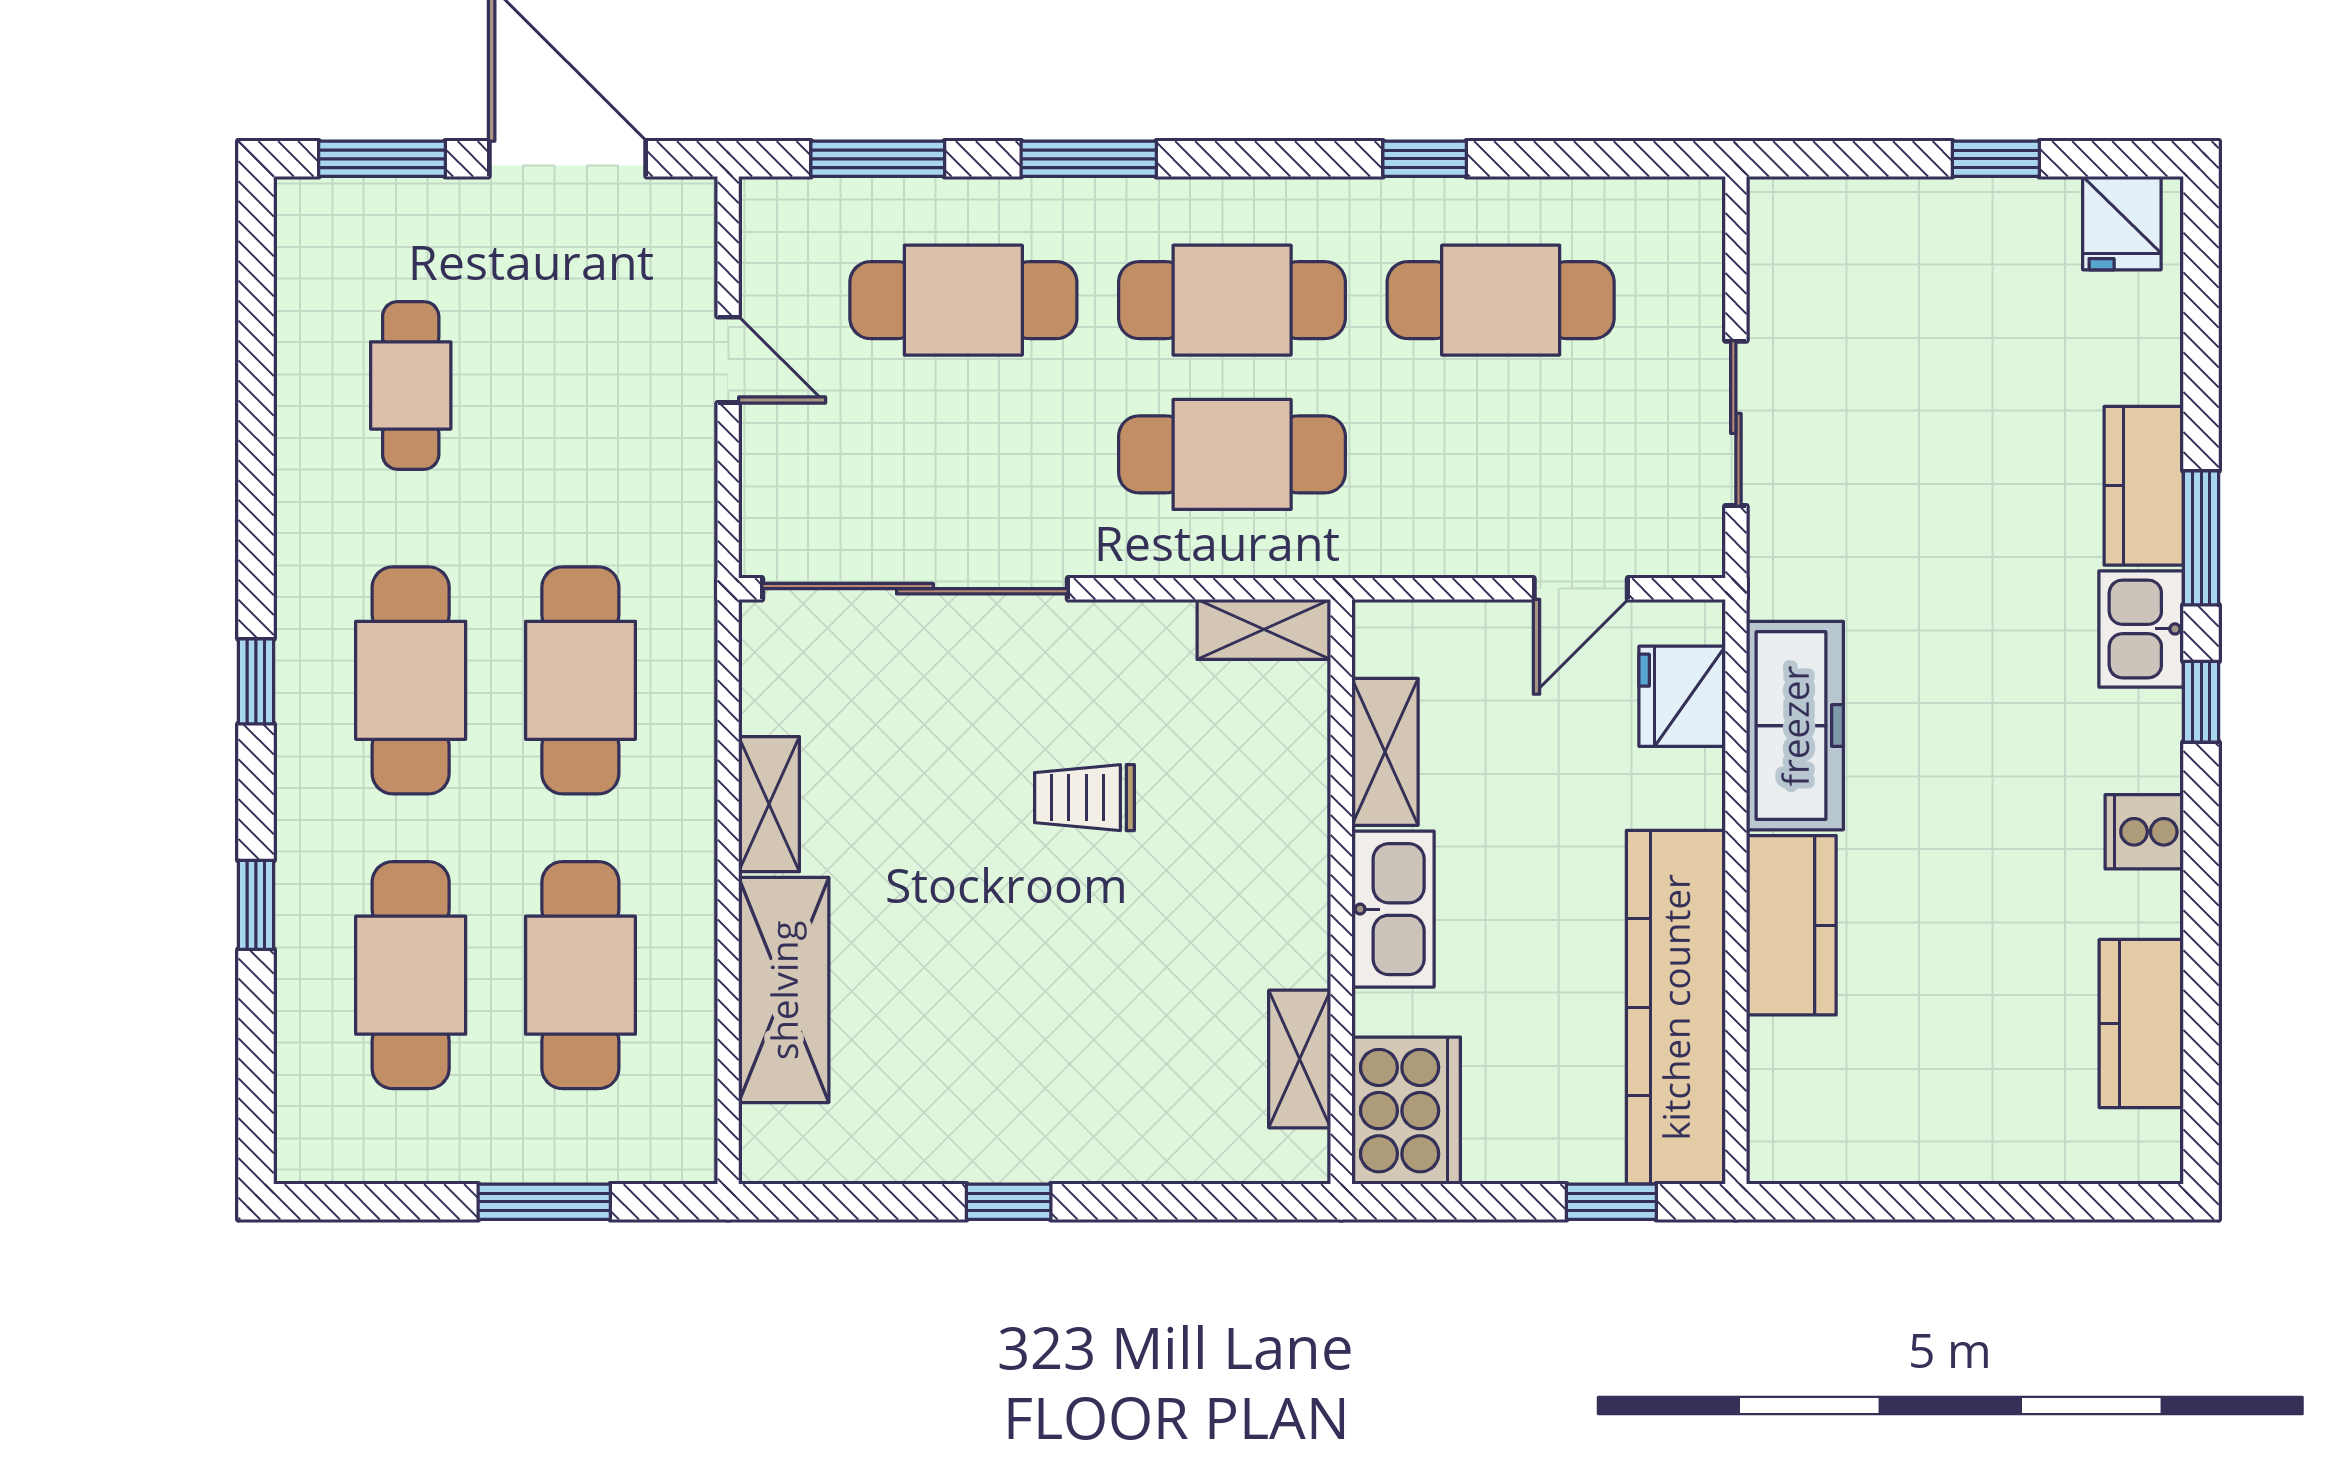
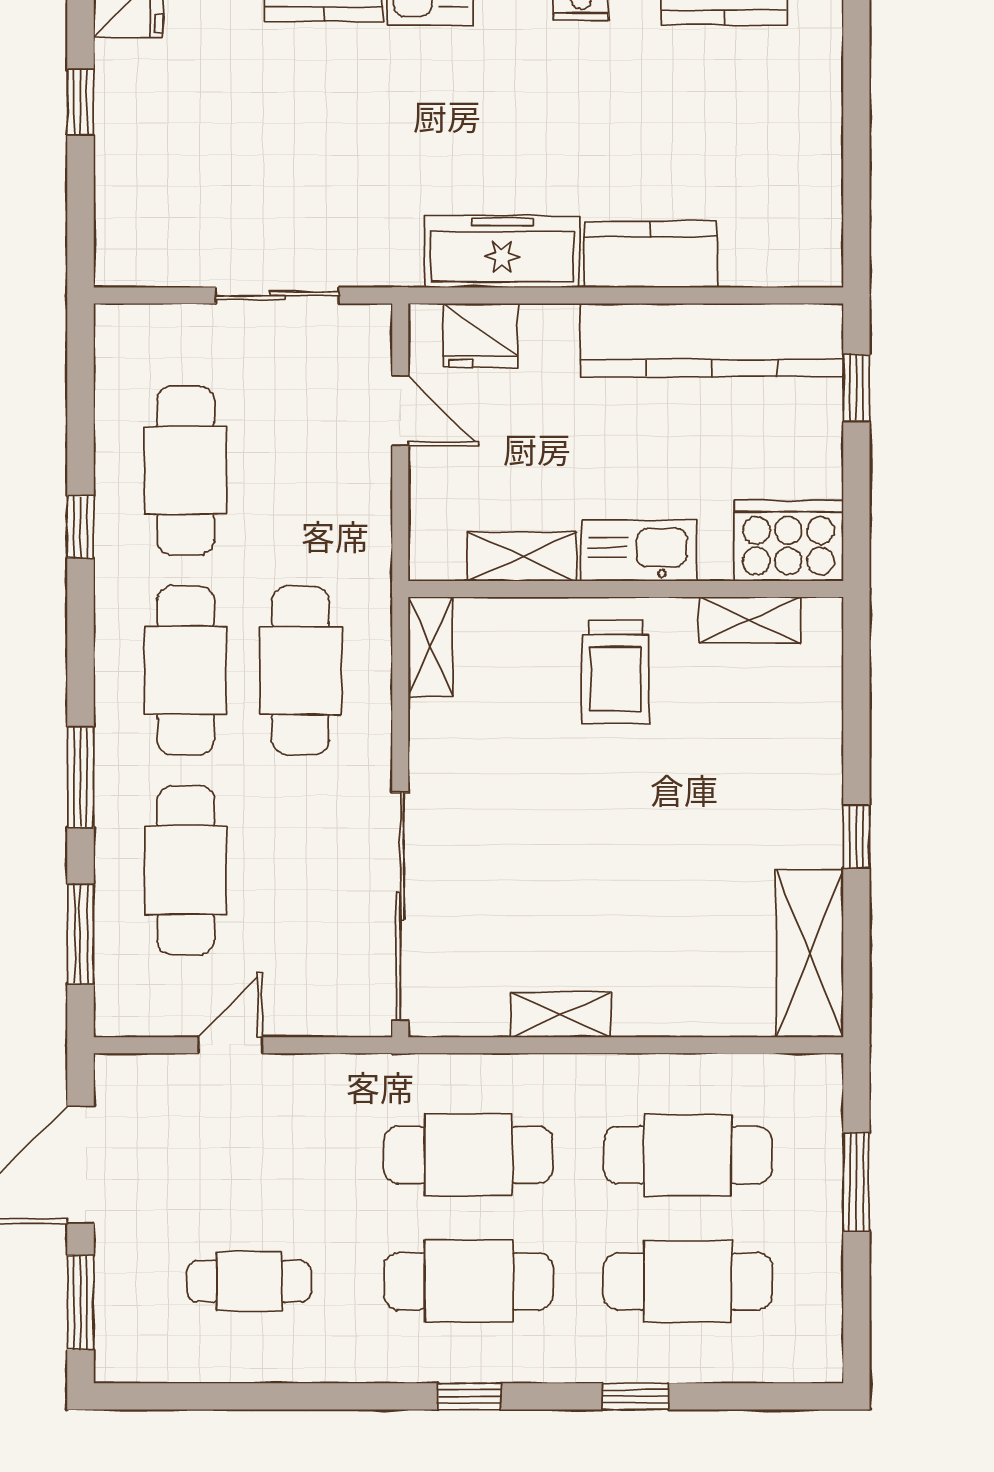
trolley: (1084, 798) -> (616, 672), moved, width x1.36, depth x1.39
shelving: (784, 990) -> (810, 954), moved, turned 90

